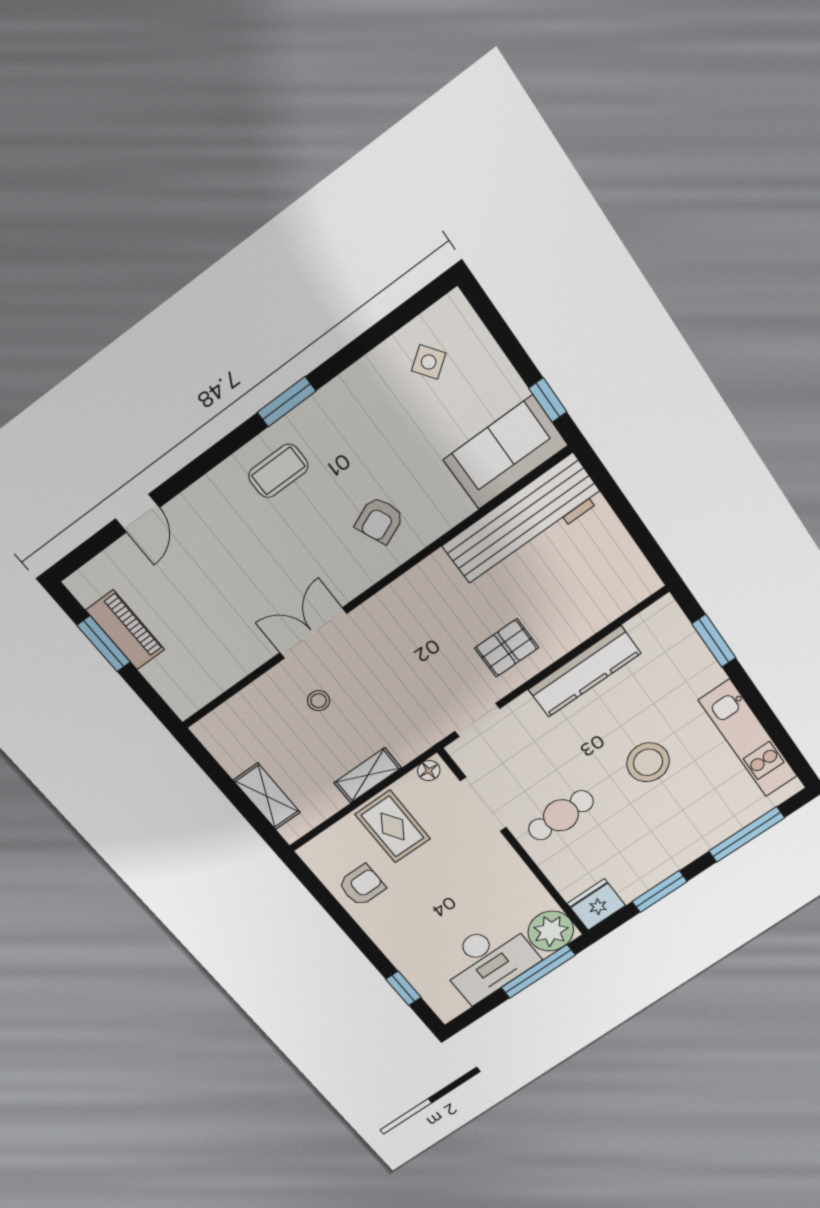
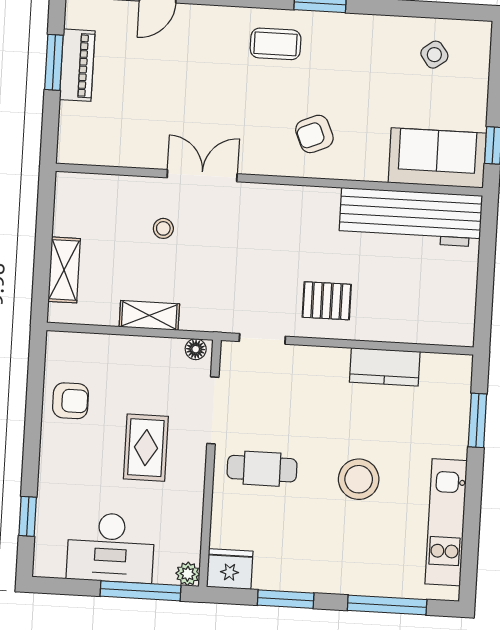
kitchen counter: (584, 671) -> (385, 367), width x0.67
rug: (393, 826) -> (146, 448), moved
plant: (551, 931) -> (188, 574), width x0.53, depth x0.53

